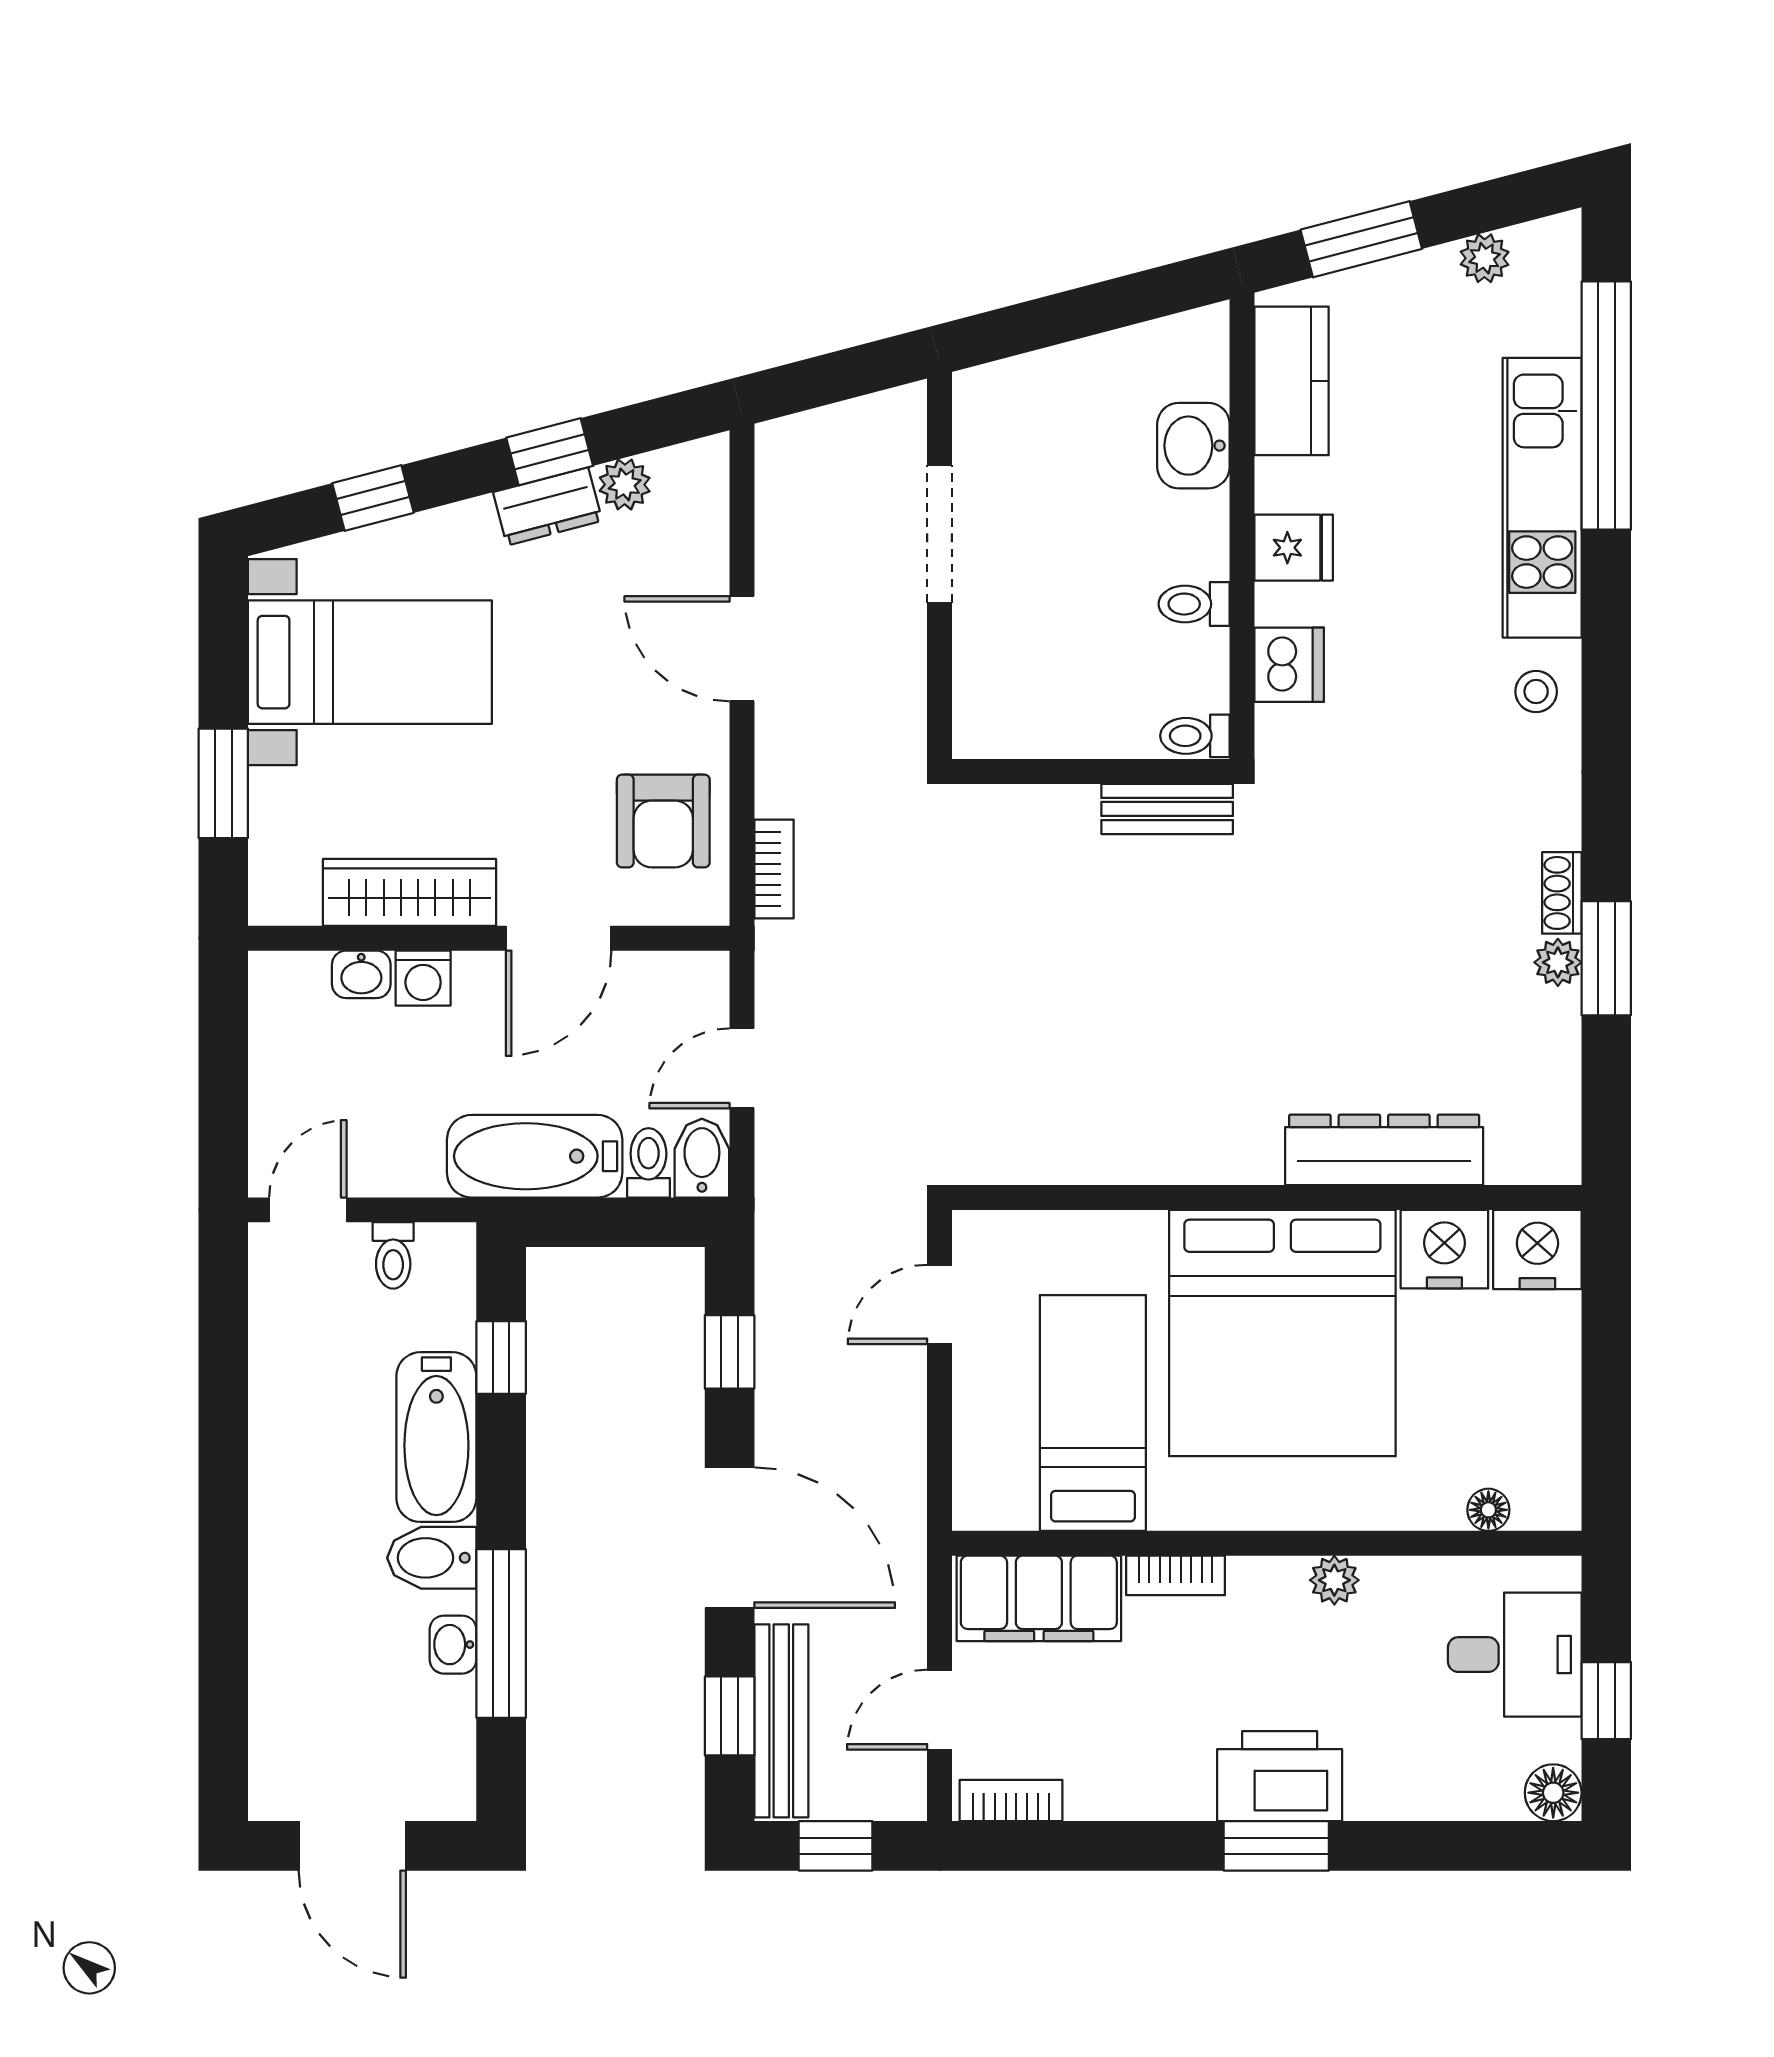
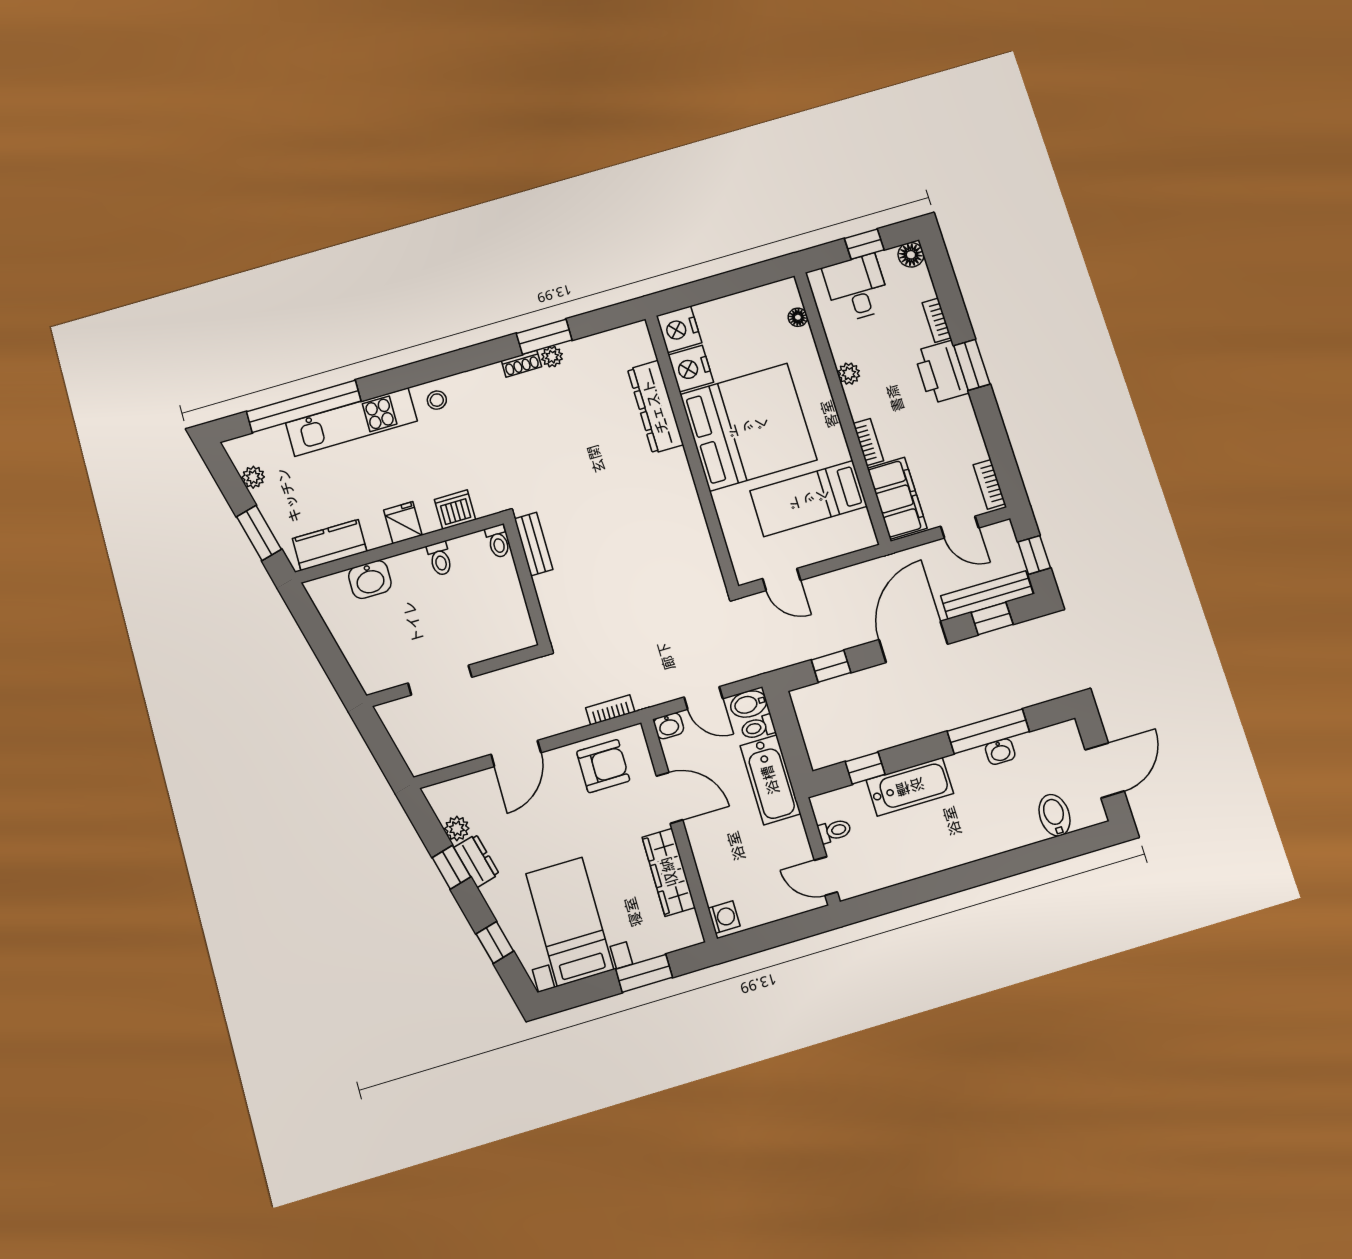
washbasin: (361, 974) -> (669, 726), moved, turned 90
washing machine: (423, 978) -> (724, 917), moved
bidet: (432, 1558) -> (1055, 815), moved, turned 180
bookcase: (1394, 1802) -> (937, 320), added

